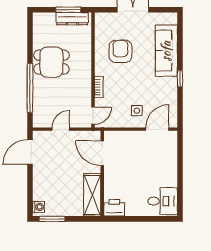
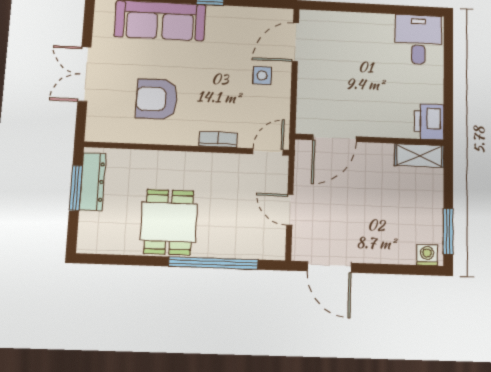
door: (93, 116) -> (268, 152), hinge flipped
door: (157, 129) -> (295, 42), hinge flipped
shelving: (92, 195) -> (419, 156), width x0.67, depth x0.75

